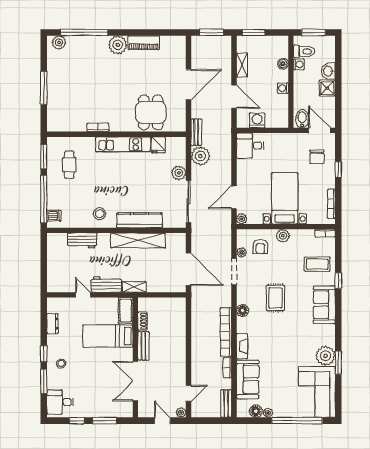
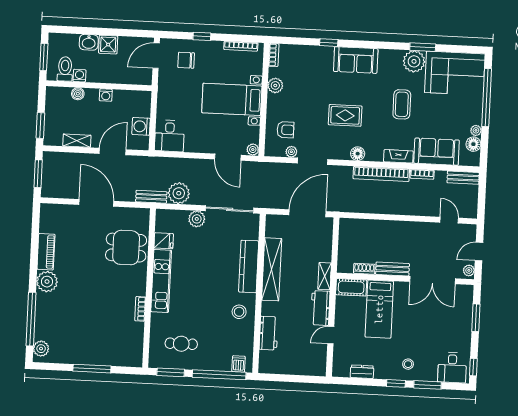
bidet: (302, 119) -> (142, 75), removed
chair: (317, 157) -> (186, 60), turned 180
plant: (283, 236) -> (275, 85), moved
coffee table: (317, 264) -> (402, 104), moved
plant: (181, 413) -> (469, 270), moved
window: (77, 421) -> (473, 367), moved

